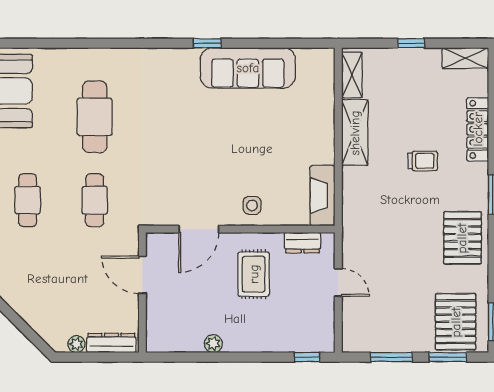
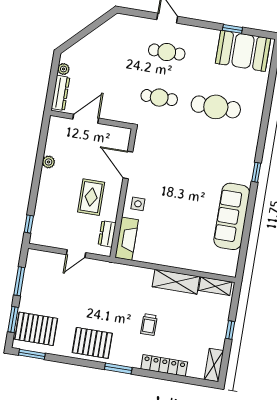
window: (207, 43) -> (256, 172), moved
fireplace: (322, 196) -> (127, 239), moved, turned 90
rug: (254, 274) -> (91, 197), turned 90
door: (142, 275) -> (86, 119), moved

